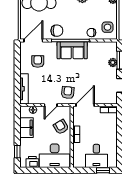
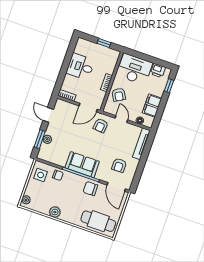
door: (33, 41) -> (116, 187), hinge flipped
door: (51, 105) -> (121, 119), hinge flipped
desk: (96, 156) -> (80, 67), moved, turned -90
window: (103, 170) -> (104, 43), moved

